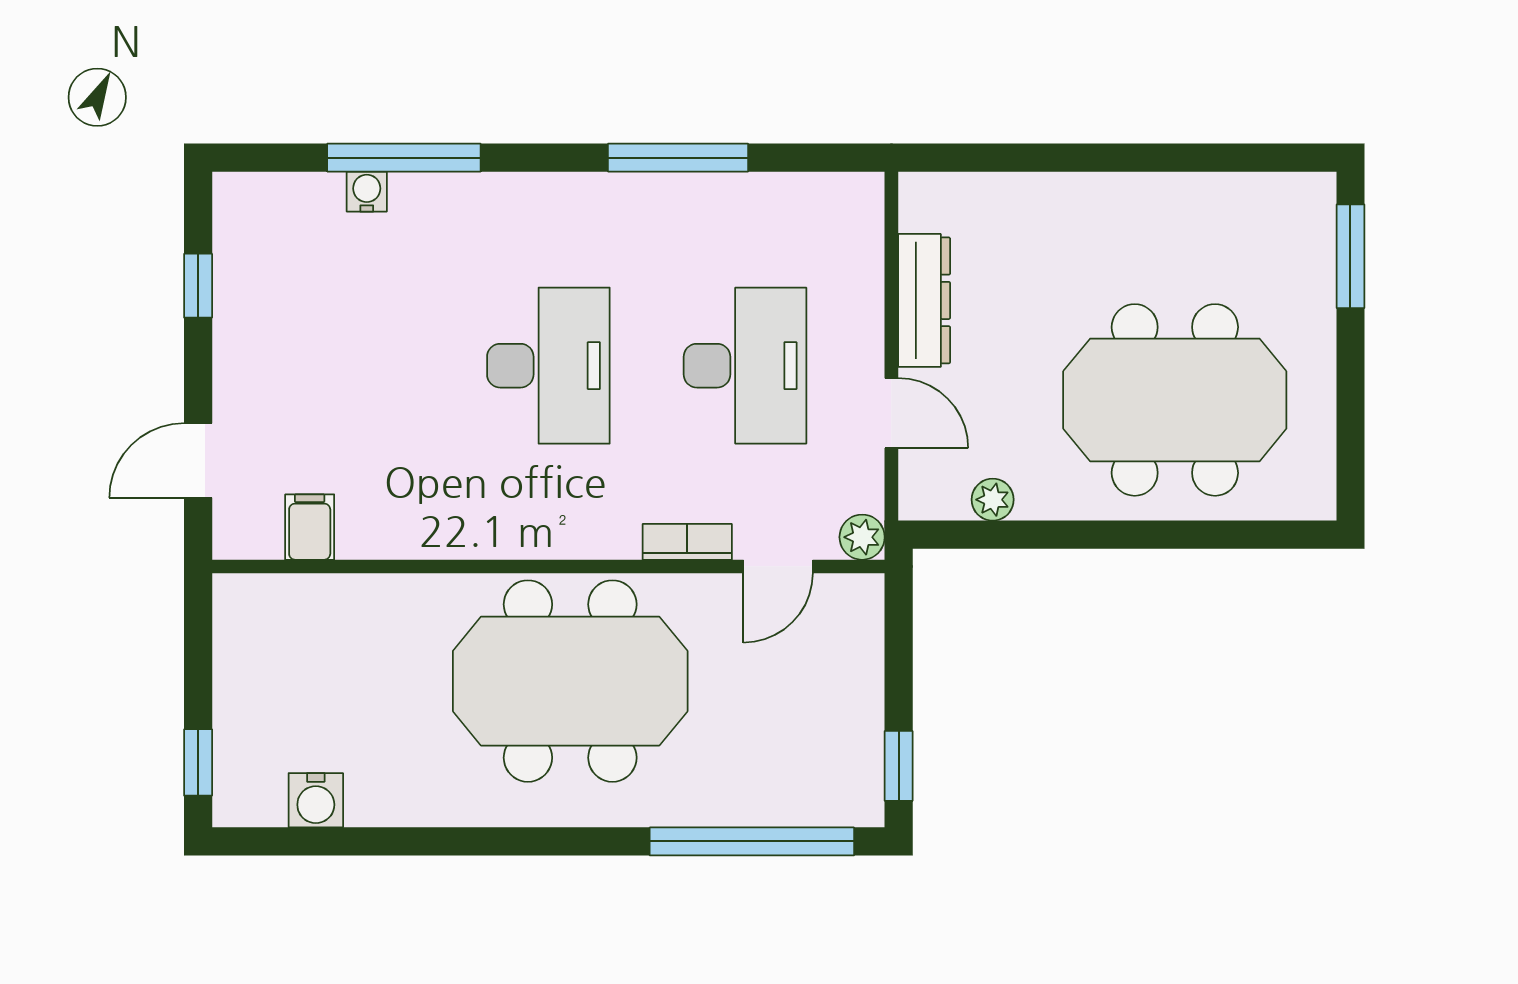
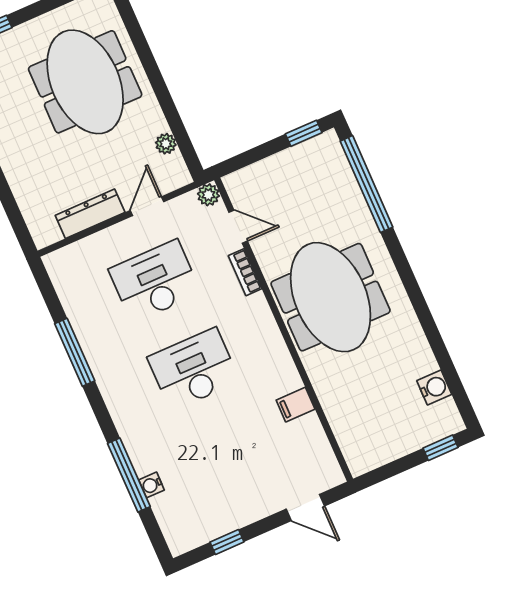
filing cabinet: (310, 527) -> (296, 405), moved

